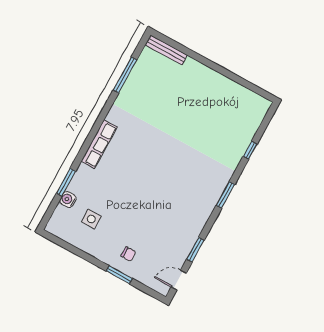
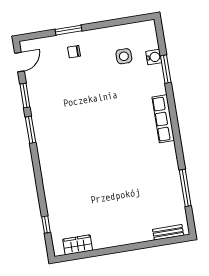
bench: (167, 50) -> (168, 232), width x0.73
wardrobe: (247, 97) -> (78, 245), added
window: (250, 150) -> (46, 225), moved
window: (225, 195) -> (31, 130), moved

